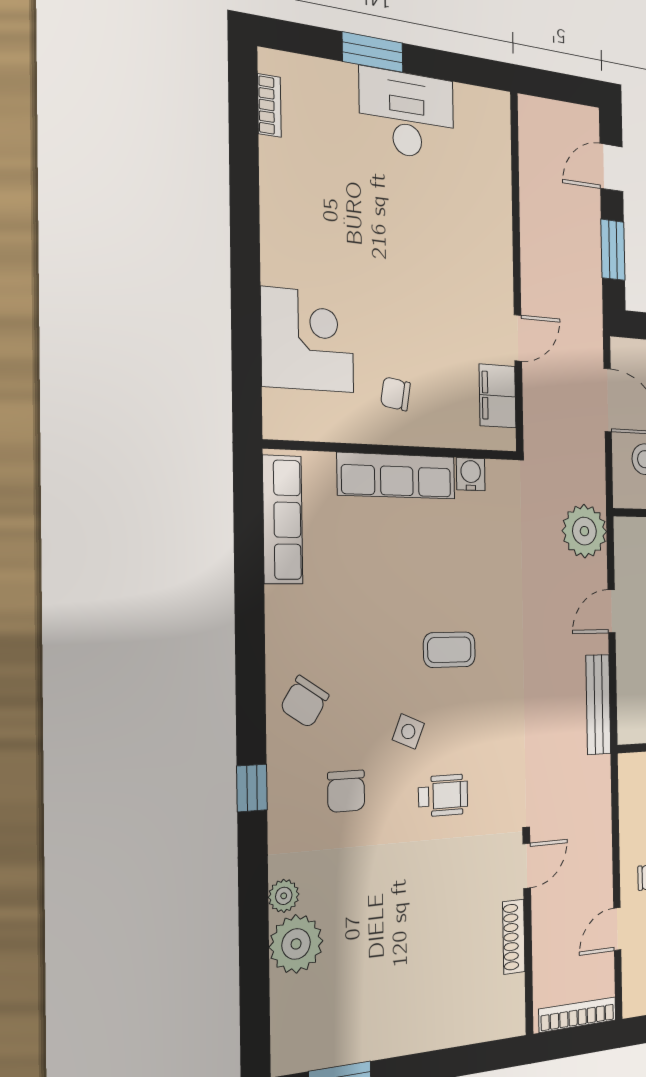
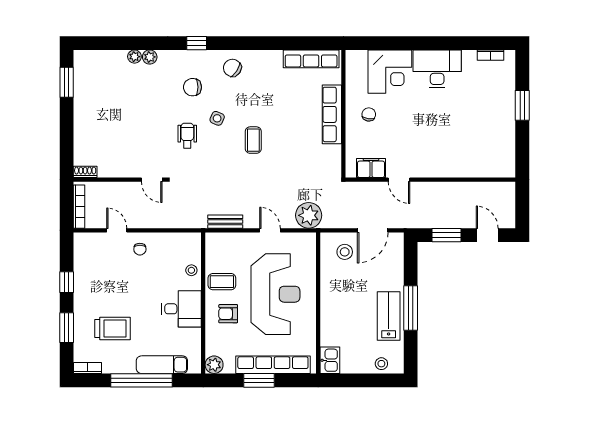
desk: (407, 114) -> (437, 69), moved, turned -90
water cooler: (471, 474) -> (334, 153), removed
bench: (598, 704) -> (225, 222), width x0.73
wheelchair: (443, 795) -> (187, 136), turned 180
shoe rack: (514, 937) -> (85, 172), moved, width x0.70
plant: (296, 944) -> (134, 57), width x0.53, depth x0.53

